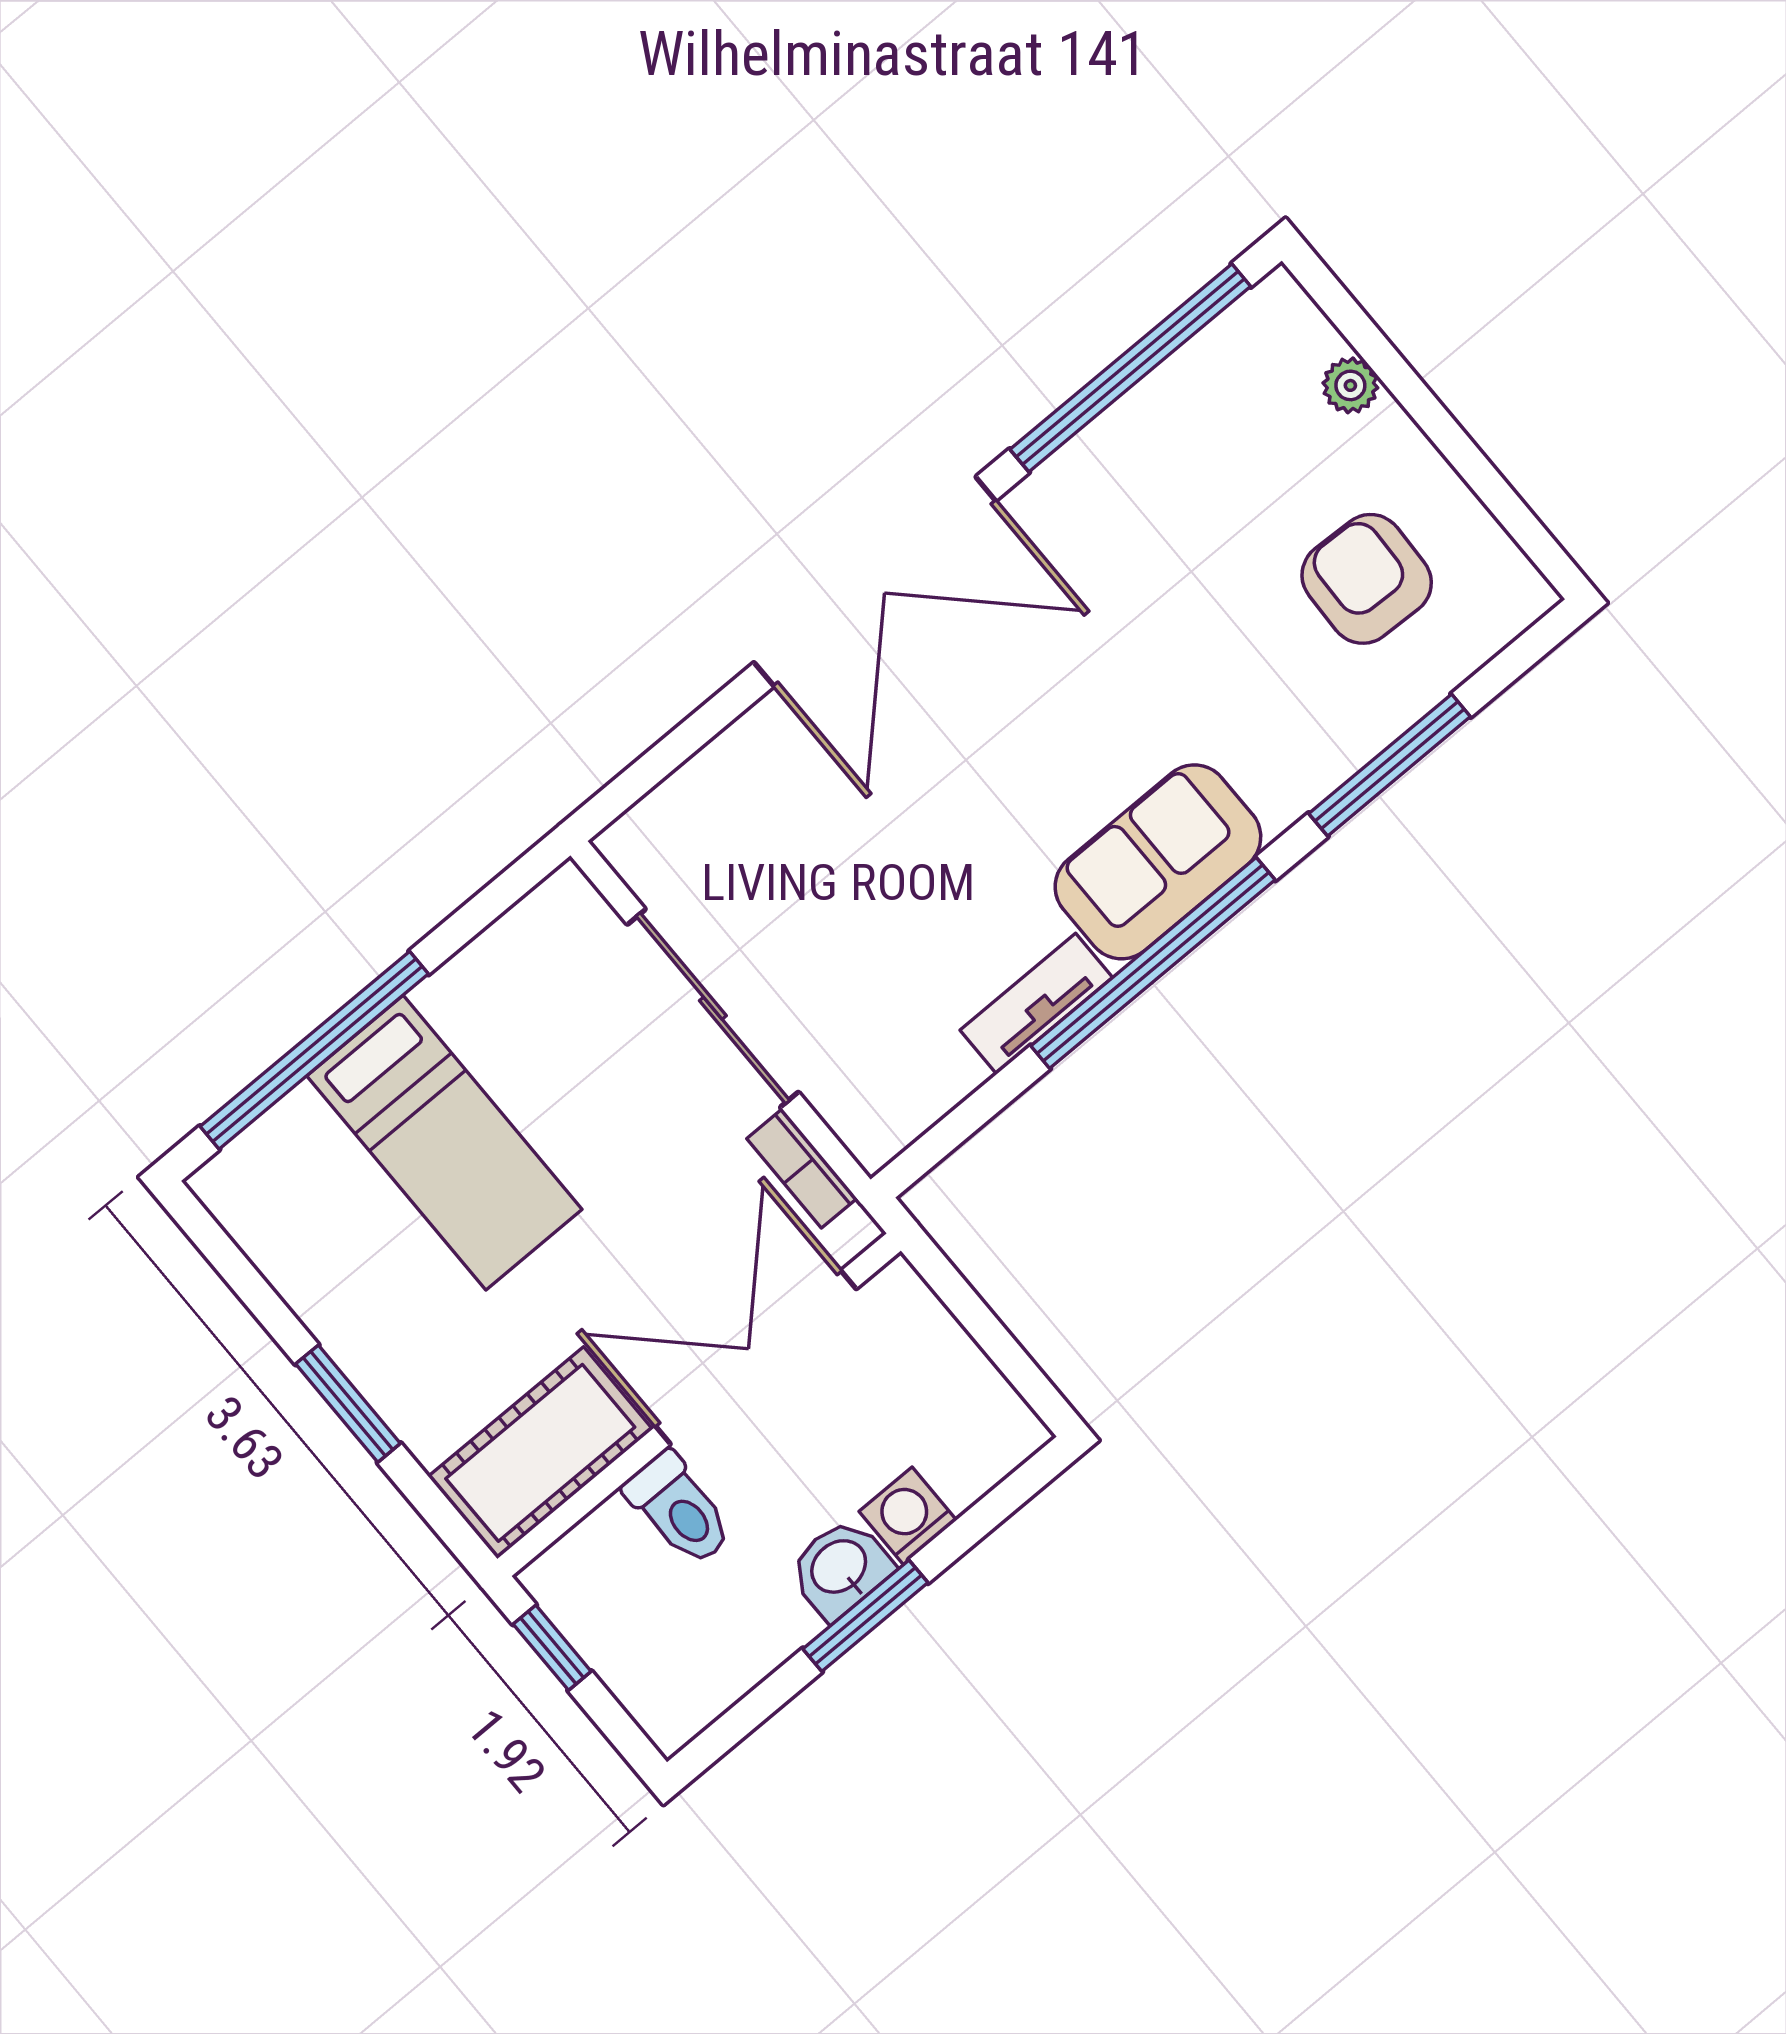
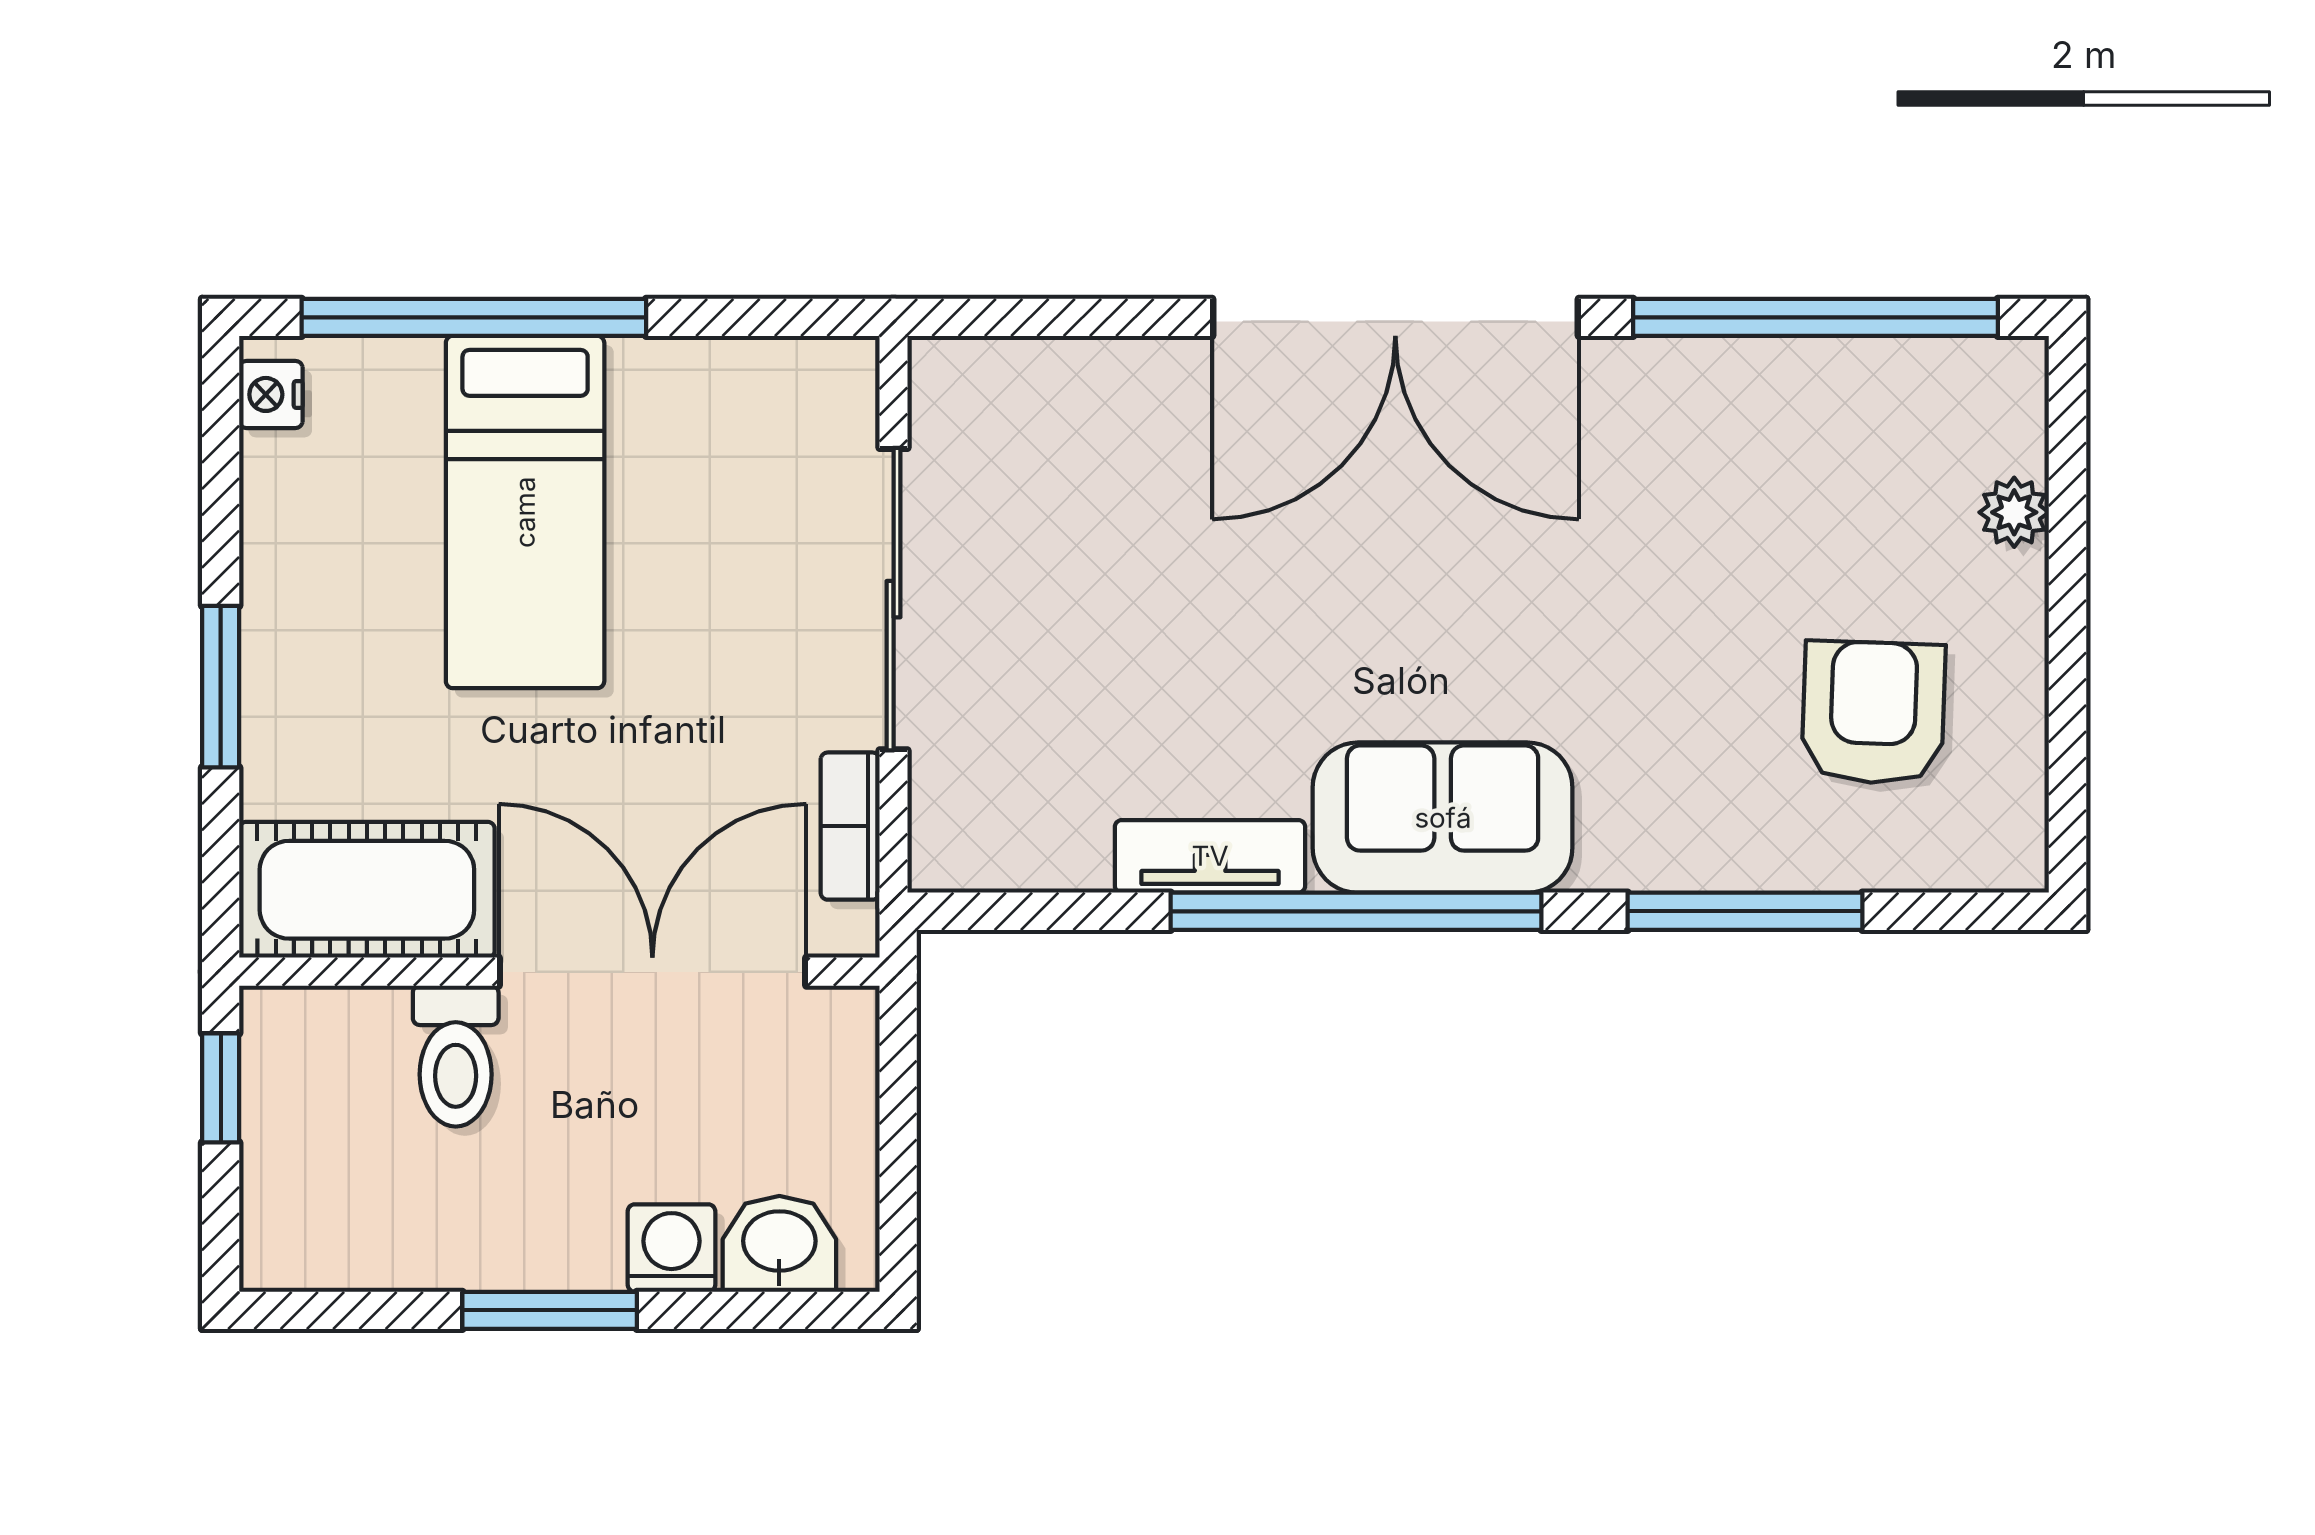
nightstand: (230, 1200) -> (271, 394), added
washbasin: (840, 1568) -> (779, 1244), moved

